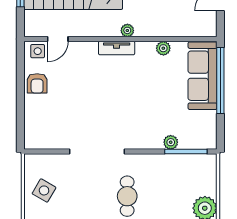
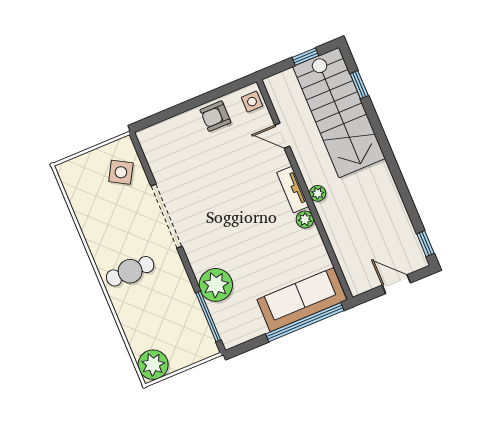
door: (58, 39) -> (282, 136), moved
plant: (163, 48) -> (305, 219), moved
plant: (171, 142) -> (216, 285), width x1.88, depth x1.88
side table: (44, 190) -> (121, 172), moved

